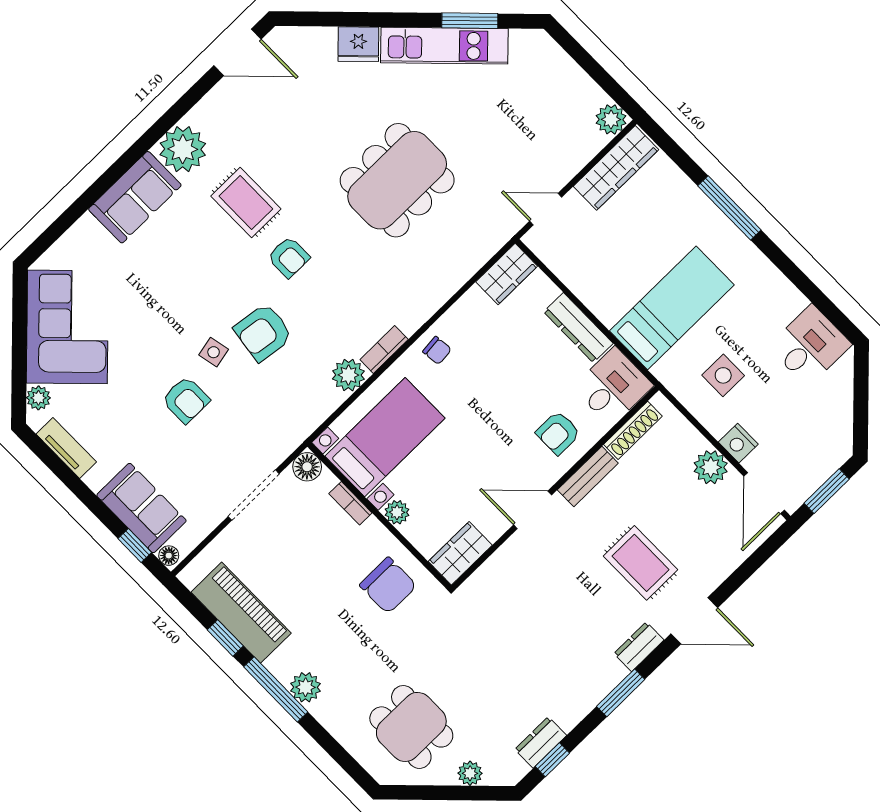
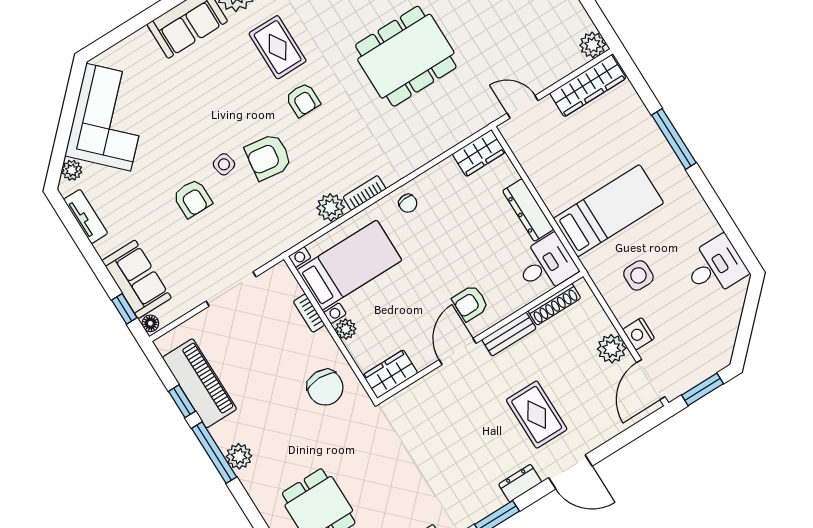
armchair: (558, 433) -> (470, 303), moved
floor lamp: (307, 467) -> (280, 275), removed
door: (533, 510) -> (458, 351), hinge flipped

